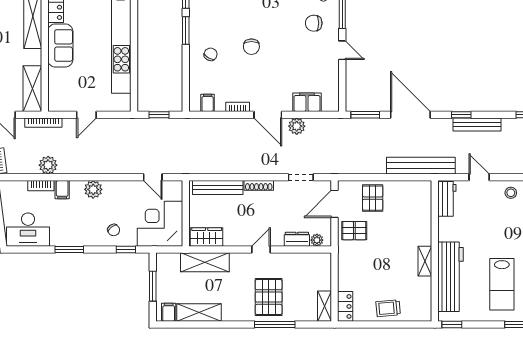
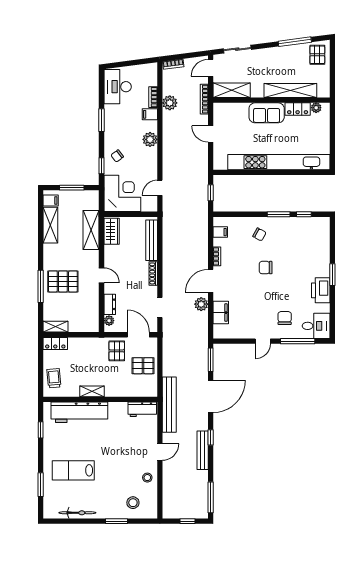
workbench: (447, 199) -> (142, 409), moved
wall: (435, 251) -> (100, 399), moved
shelving: (425, 261) -> (92, 391), moved
workbench: (451, 277) -> (79, 412), moved

